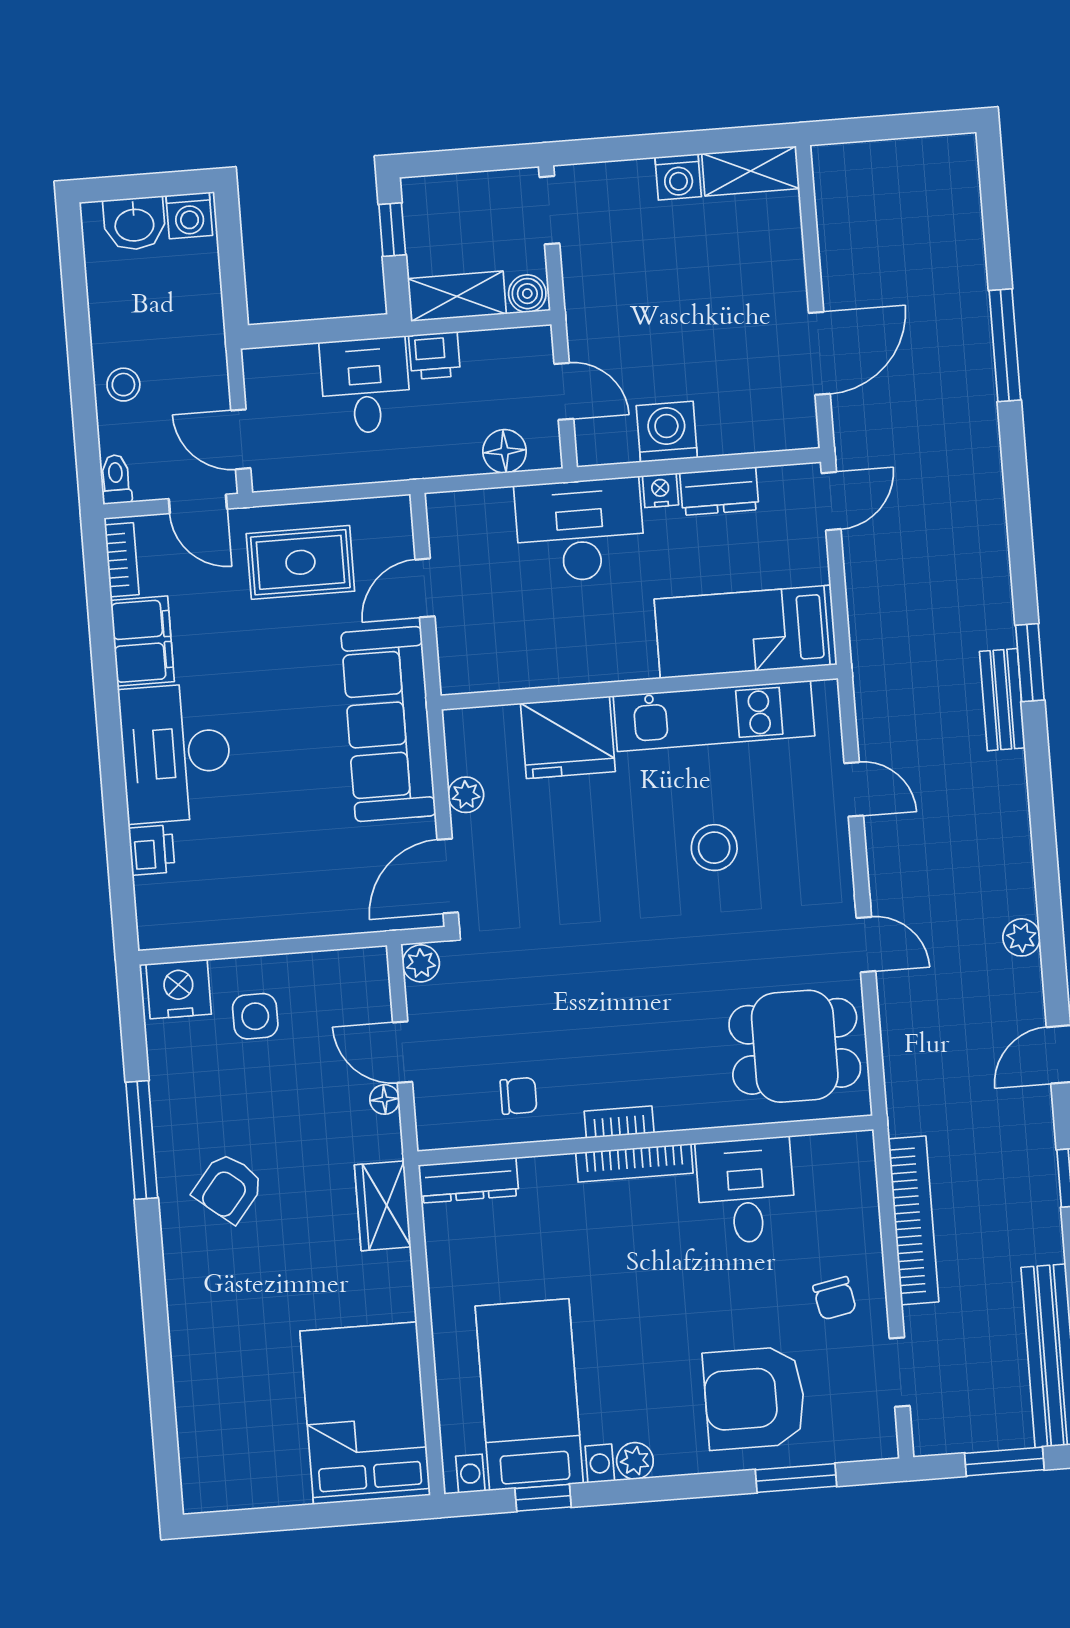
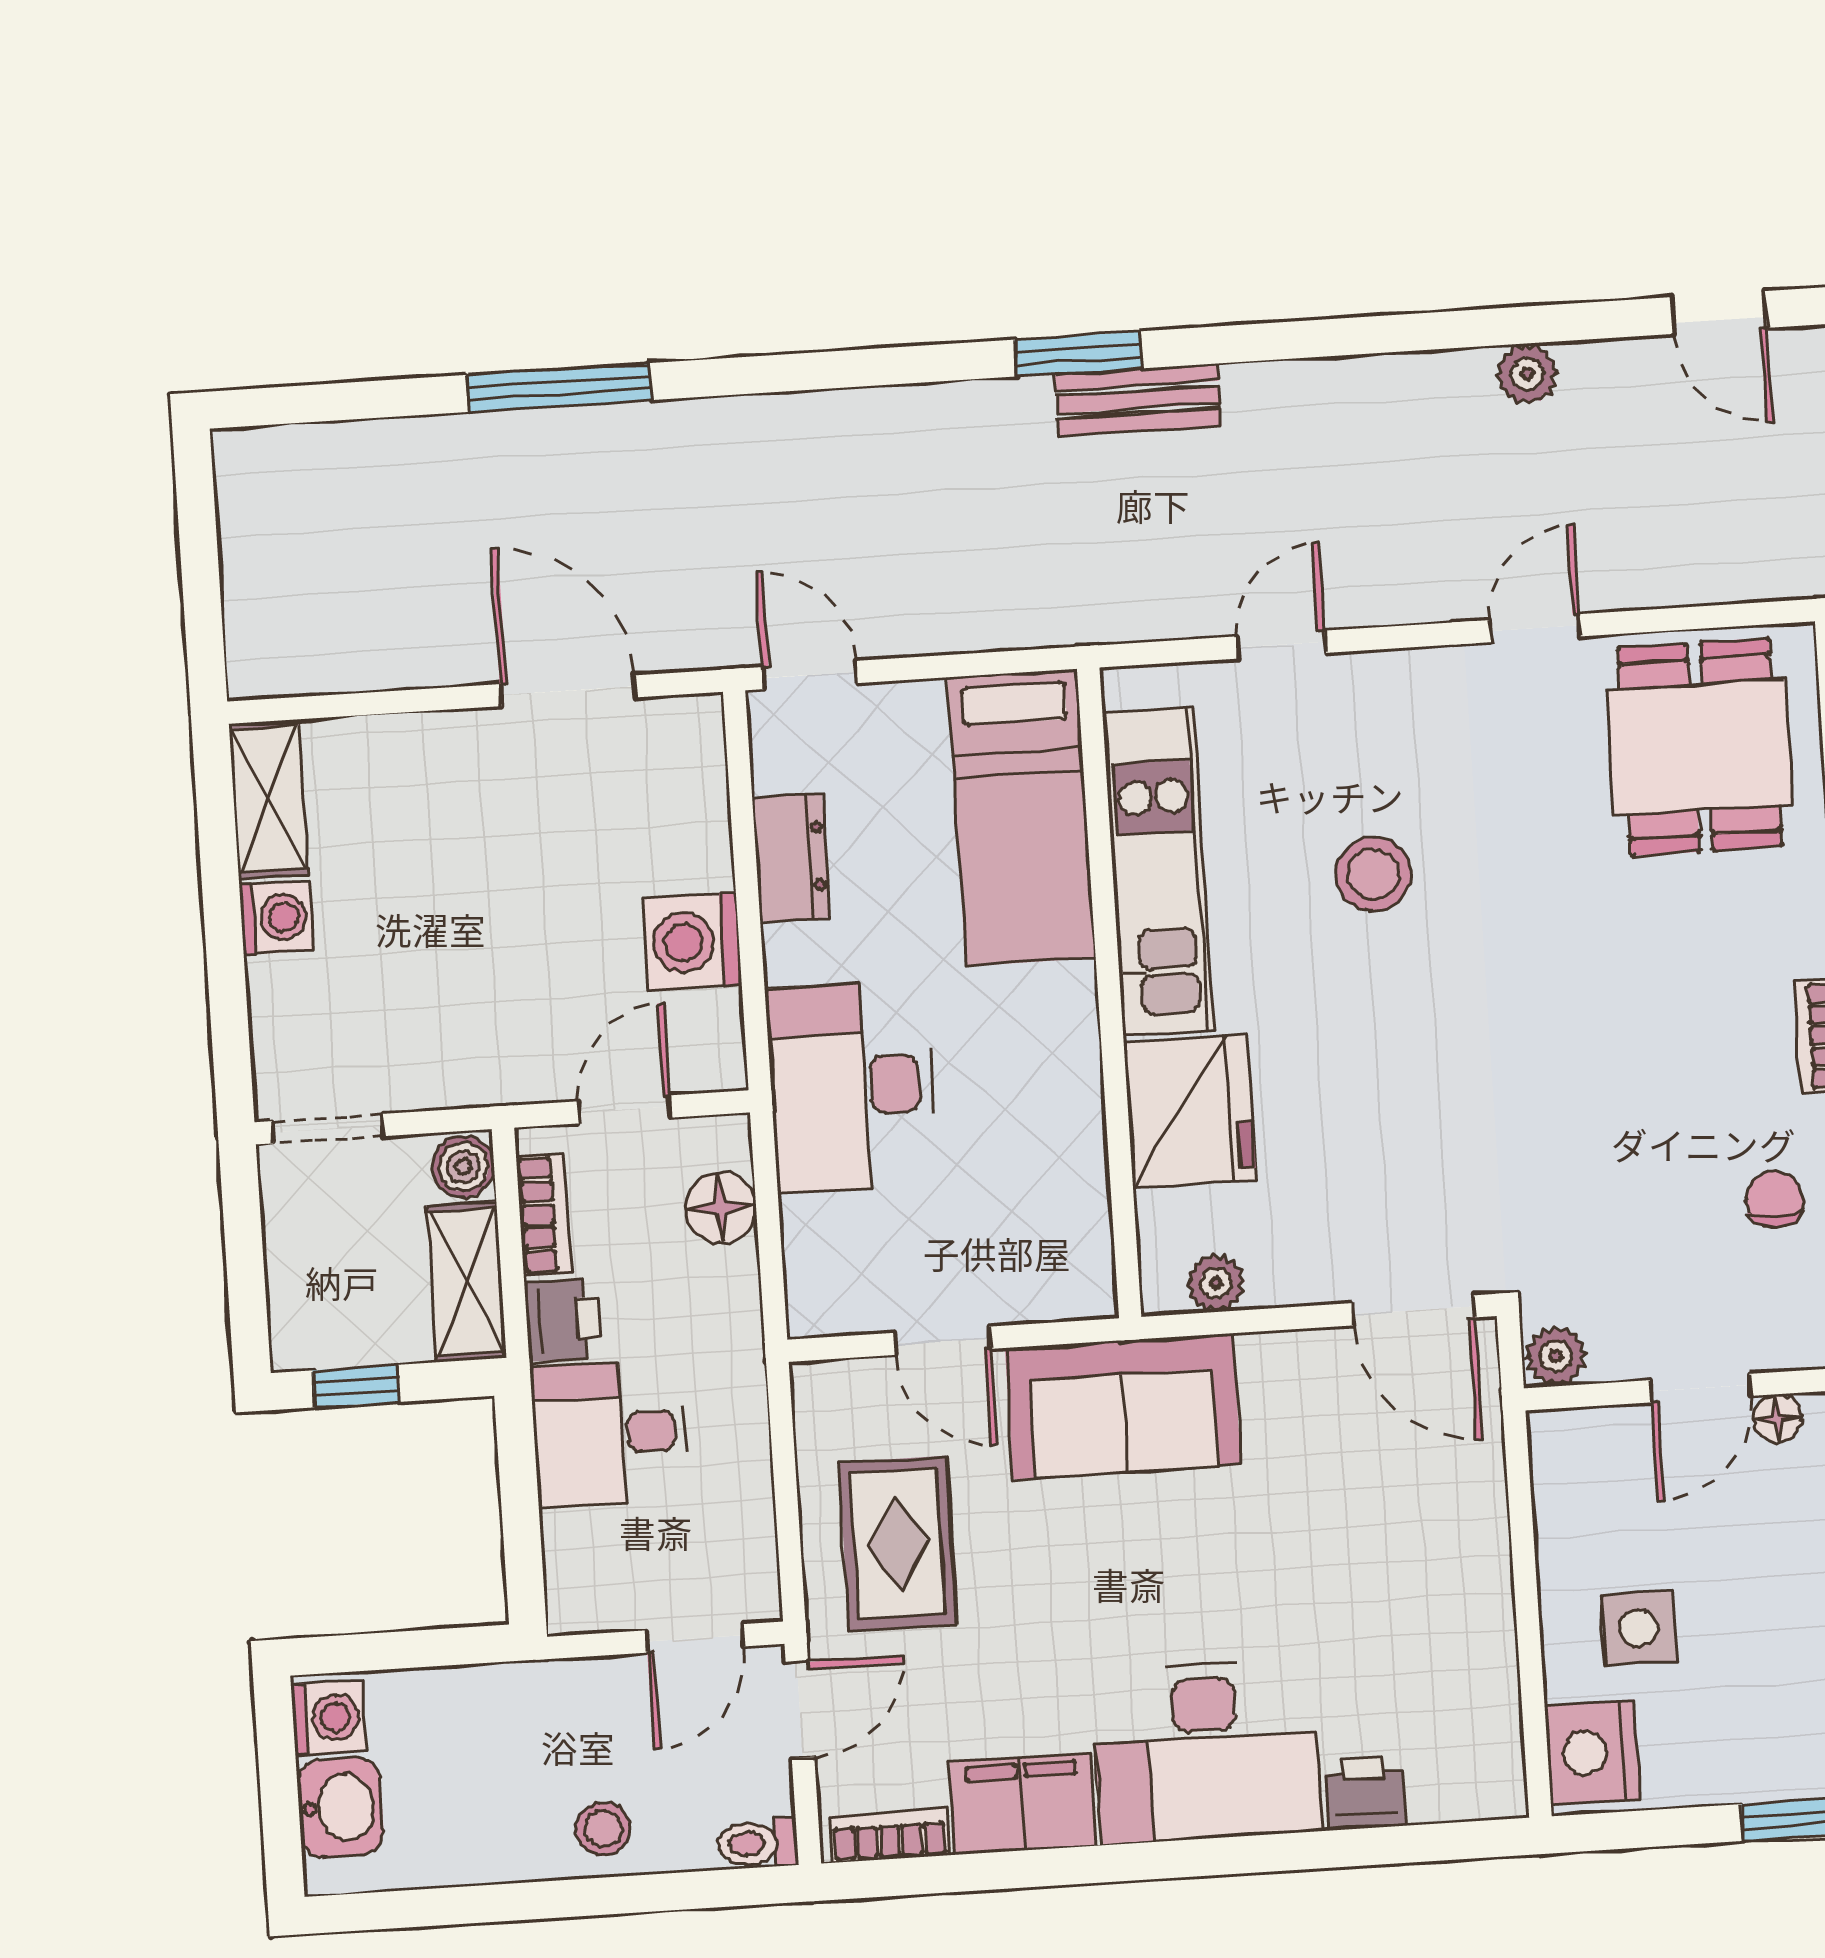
bookcase: (499, 343) -> (544, 1214), added
nightstand: (660, 490) -> (788, 954), removed
sofa: (388, 724) -> (1123, 1406), width x0.73
plant: (466, 795) -> (1216, 1283), moved

